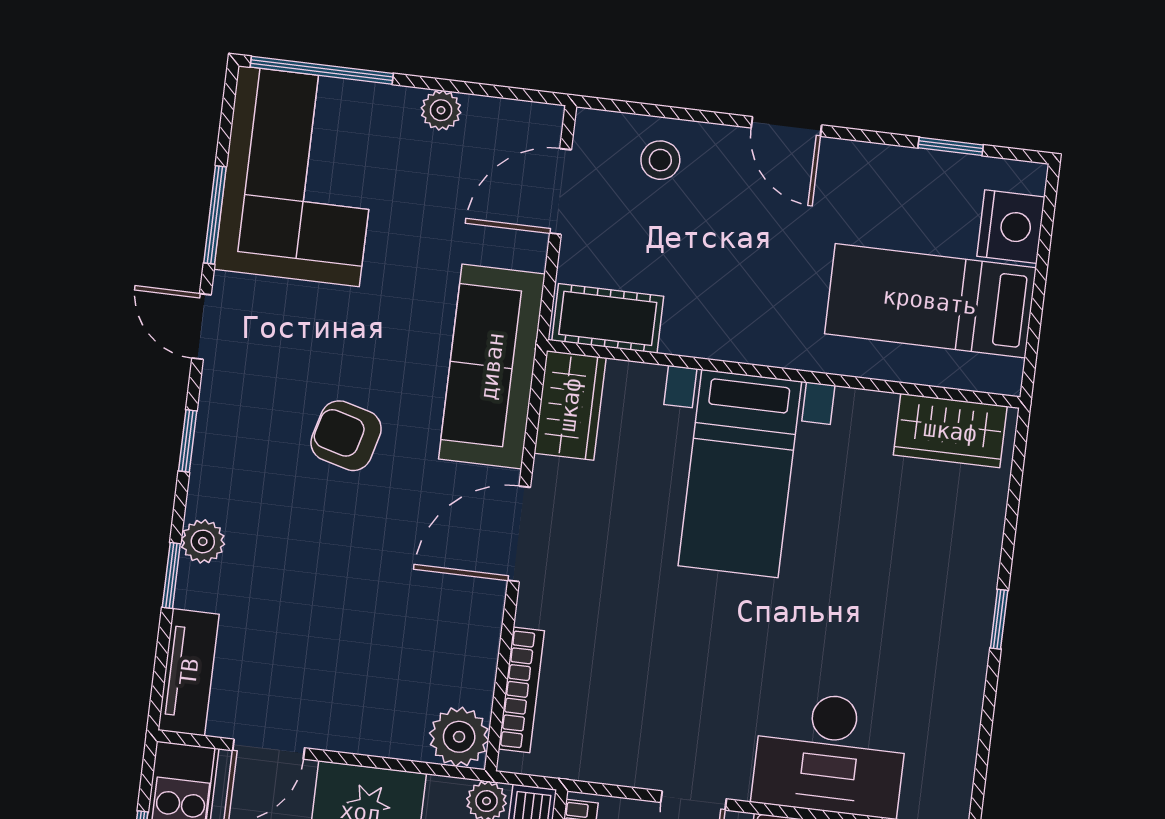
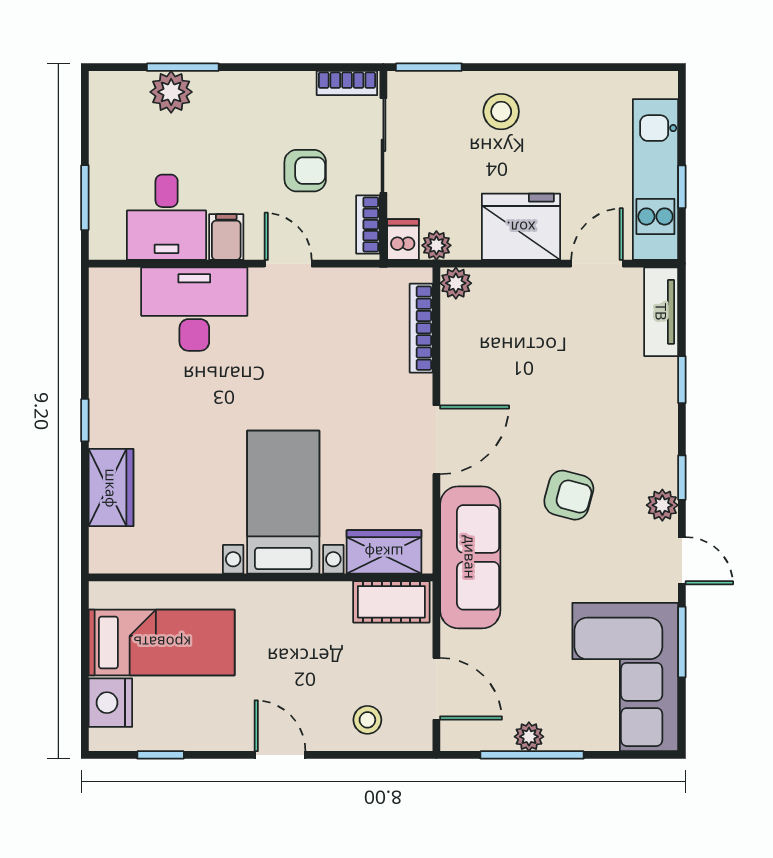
window: (322, 70) -> (532, 755), moved
door: (560, 191) -> (436, 689), hinge flipped
wardrobe: (570, 405) -> (384, 552), moved, turned 90
wardrobe: (950, 431) -> (111, 488), moved, turned 90
plant: (203, 541) -> (662, 505), moved
plant: (459, 737) -> (456, 283), width x0.73, depth x0.73

